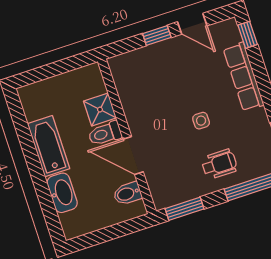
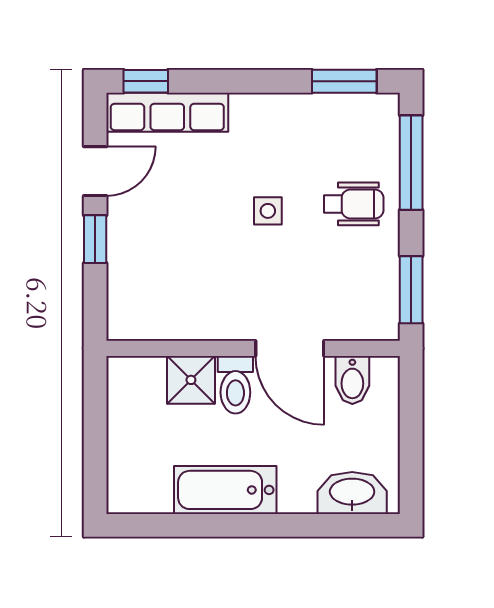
row of seats: (244, 77) -> (167, 112), moved
door: (133, 156) -> (290, 348), hinge flipped
wheelchair: (219, 164) -> (354, 204), turned 90
washbasin: (62, 193) -> (352, 493), moved

